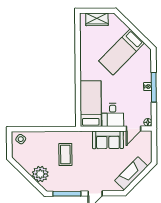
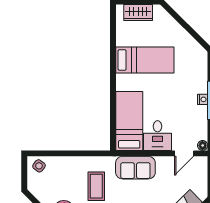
bed: (122, 52) -> (145, 60), moved, turned -135
sofa: (108, 140) -> (135, 168), moved

